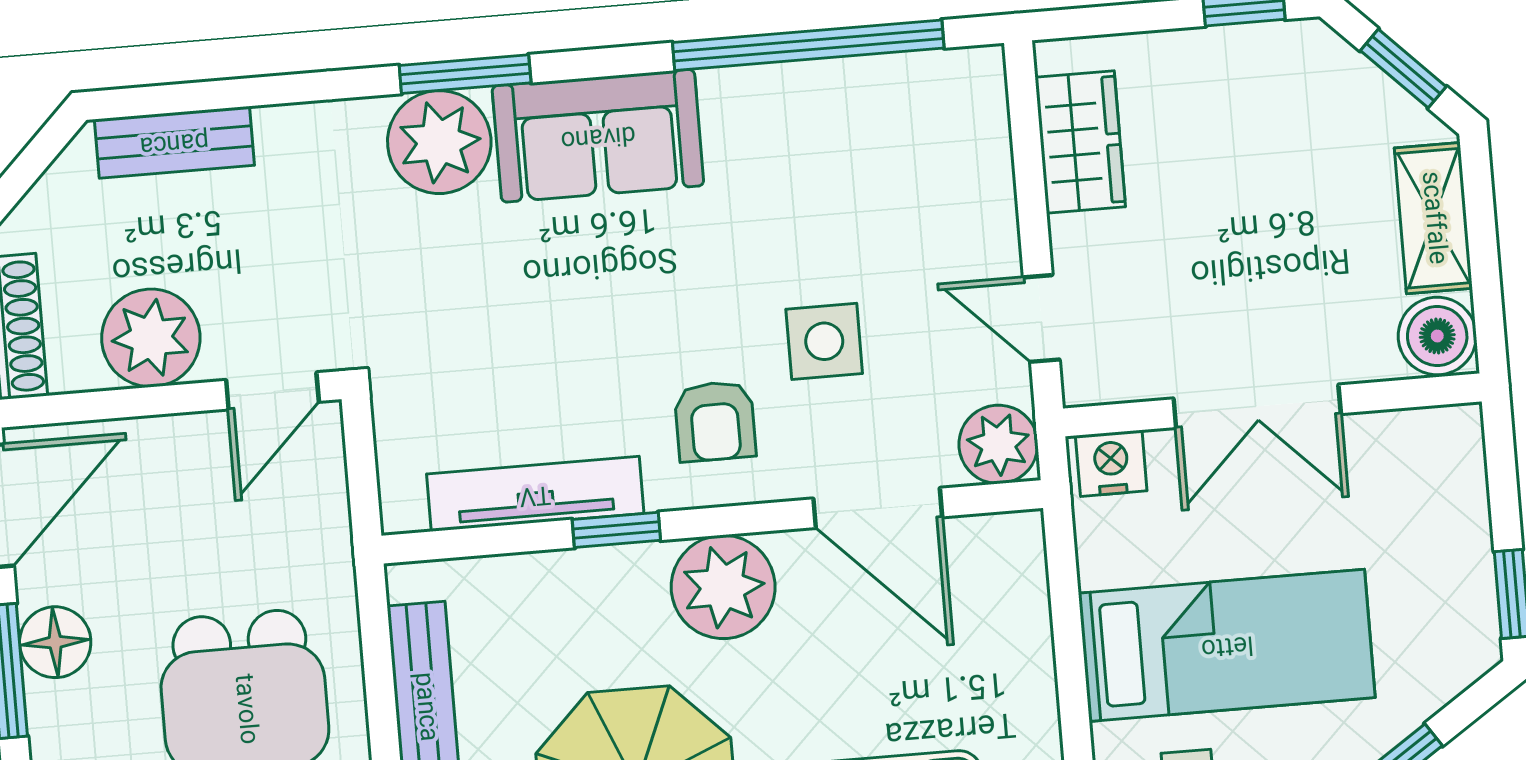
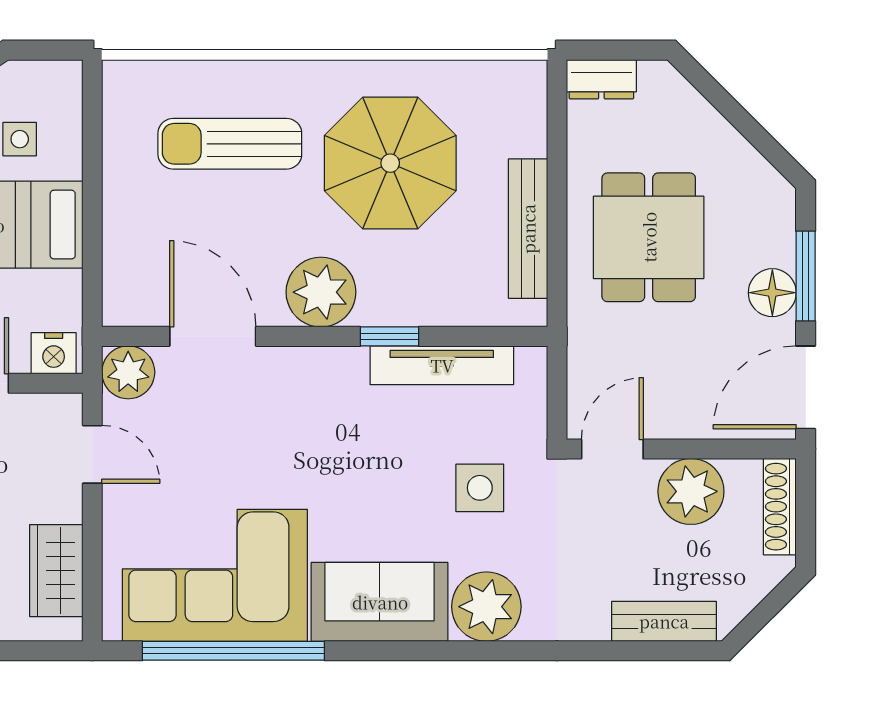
window: (465, 74) -> (465, 651), removed
corner sofa: (845, 155) -> (215, 575), added
side table: (824, 341) -> (480, 488), moved
armchair: (715, 421) -> (317, 404), removed

